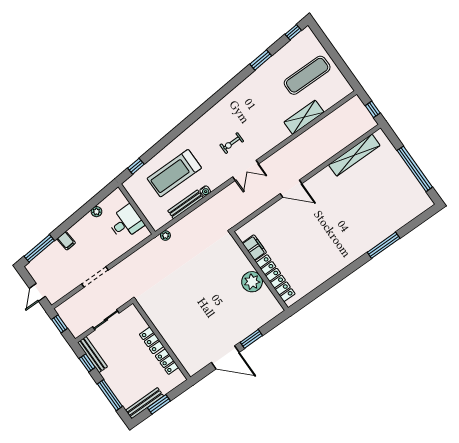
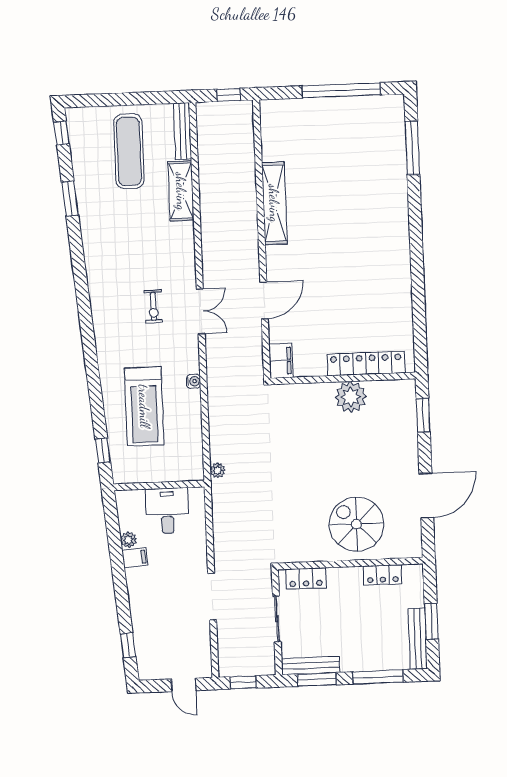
shelving: (354, 155) -> (274, 203), moved
door: (291, 189) -> (264, 301), moved
bench: (185, 204) -> (183, 131), moved
filing cabinet: (66, 241) -> (135, 558), moved
window: (384, 245) -> (412, 148), moved
window: (39, 248) -> (128, 645), width x0.46
filing cabinet: (254, 248) -> (281, 361), moved, turned 90
spiral stairs: (185, 330) -> (356, 524), added
window: (251, 339) -> (423, 415), moved
locker: (152, 340) -> (306, 578), moved
window: (87, 363) -> (317, 679), width x1.50

